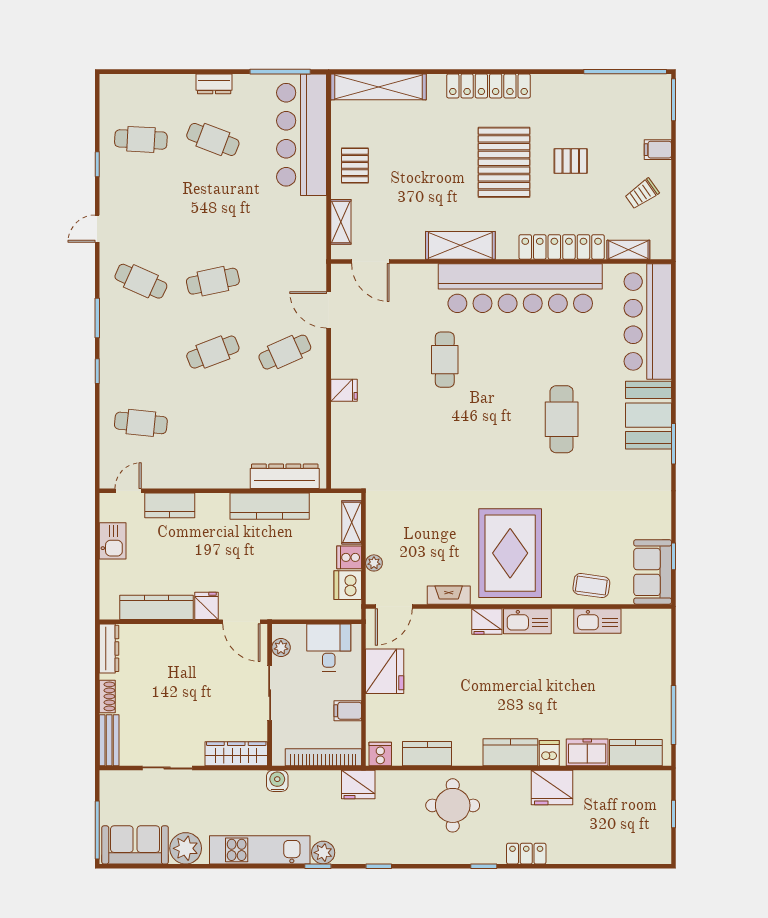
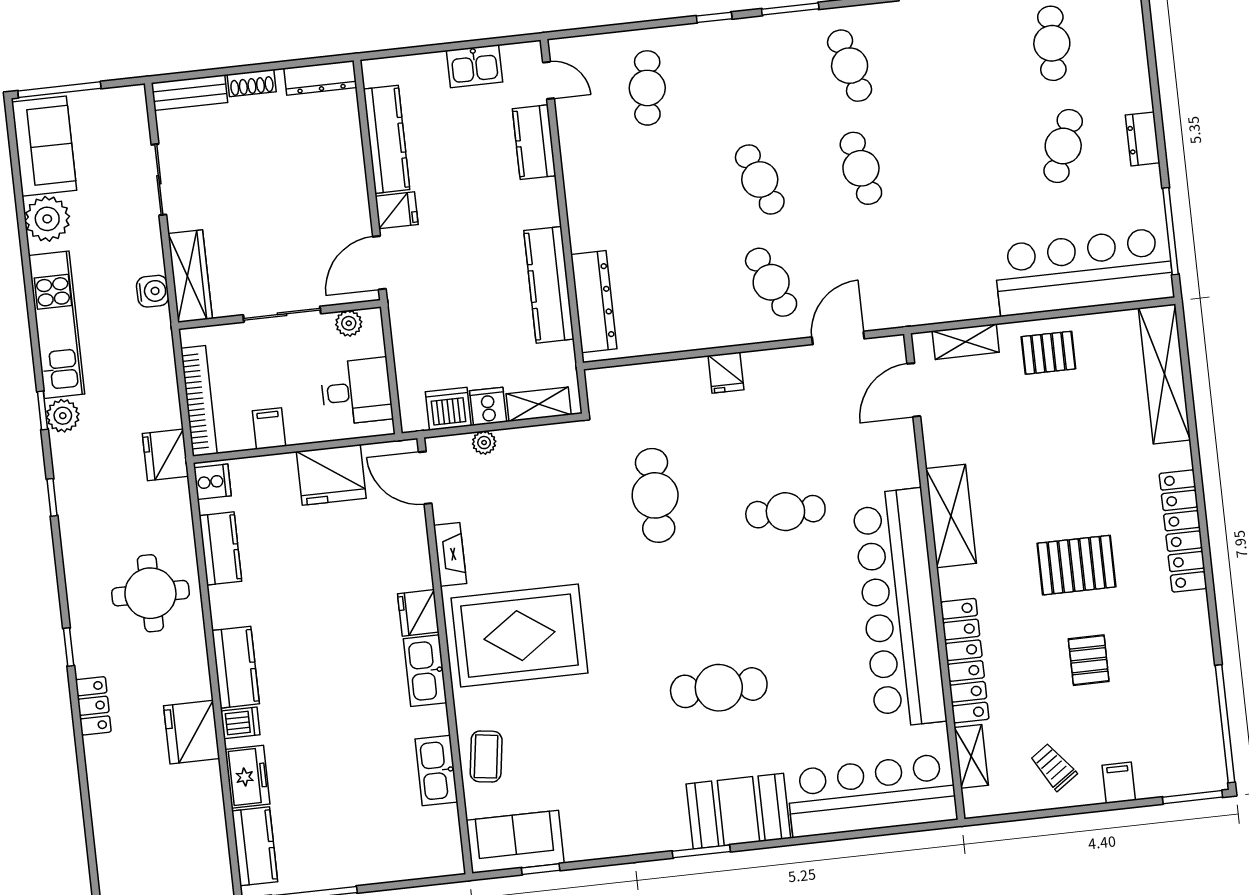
pallet: (504, 162) -> (1076, 565), width x0.73, depth x0.71
cafe table: (141, 281) -> (850, 66), turned -39
cafe table: (424, 449) -> (655, 495), added
water cooler: (277, 781) -> (153, 291), moved

